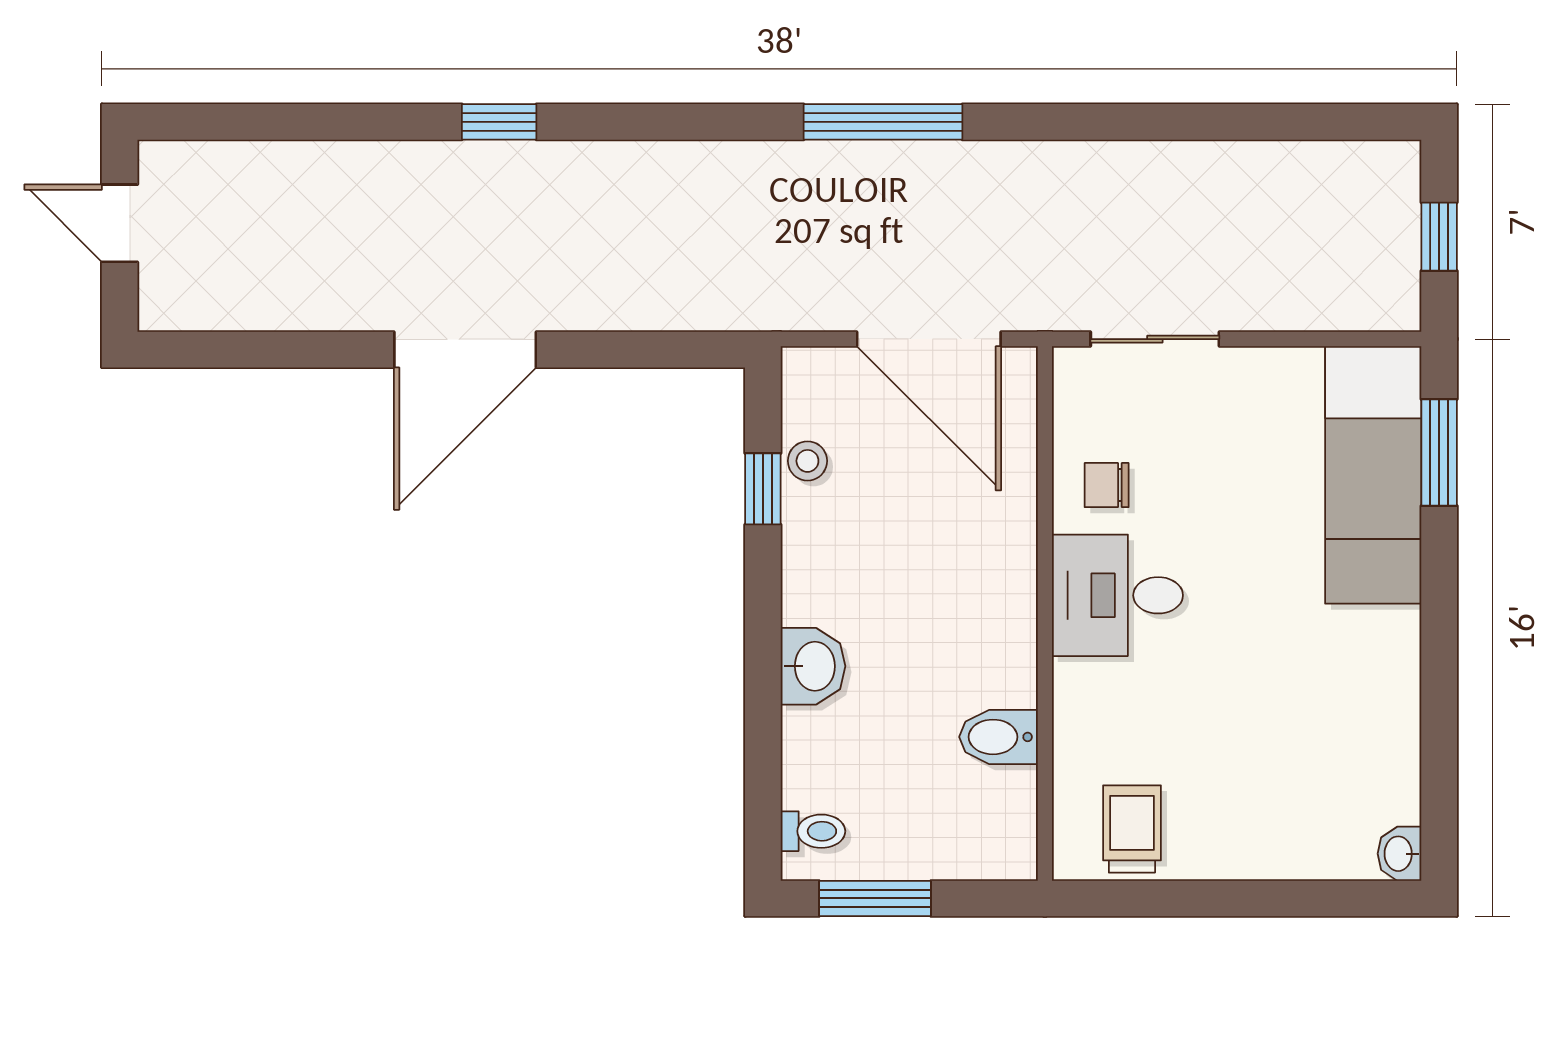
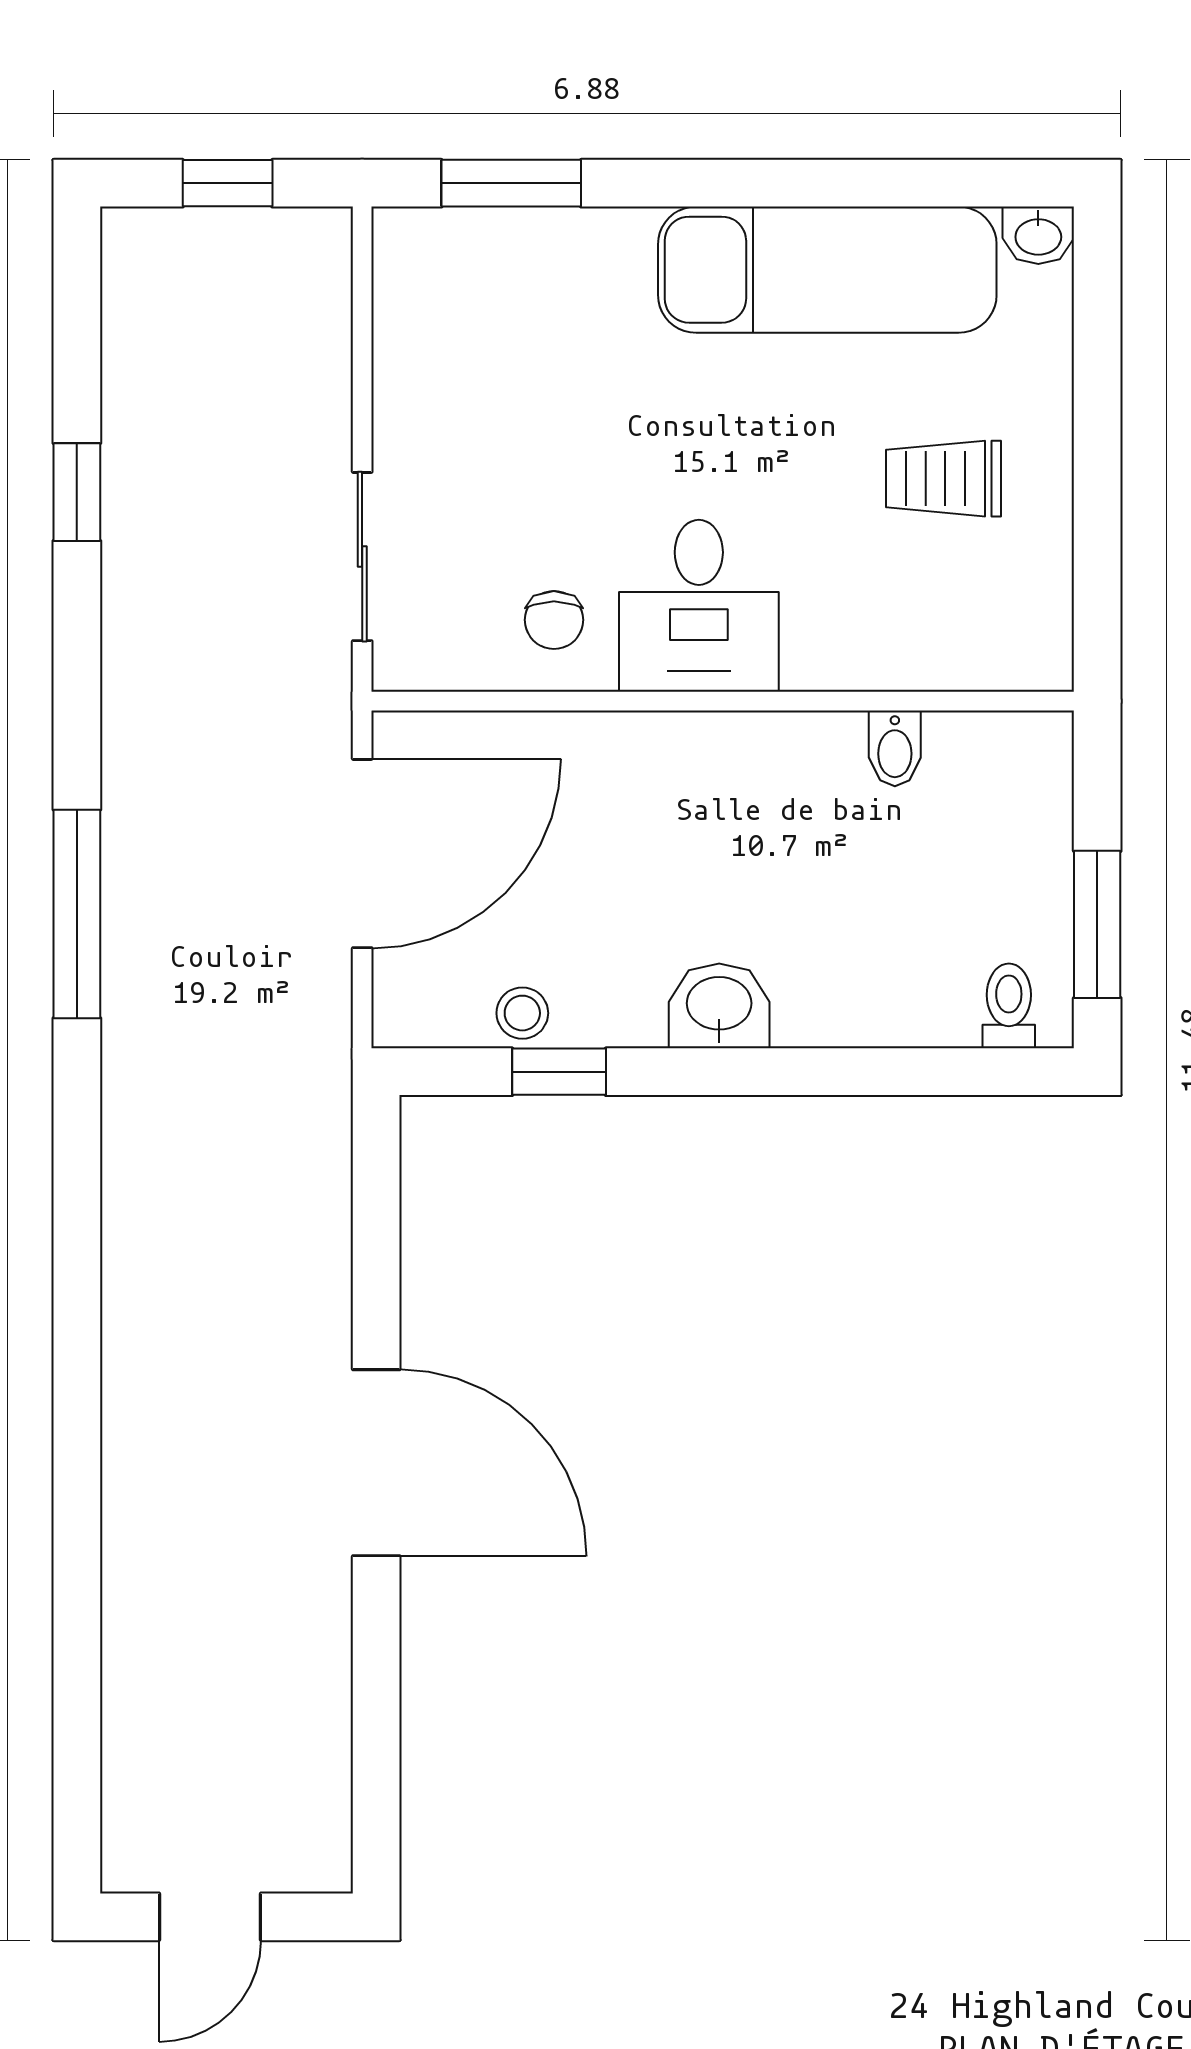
window: (499, 122) -> (77, 492), moved
exam couch: (1373, 475) -> (827, 270), moved
washbasin: (813, 666) -> (719, 1006), moved
bidet: (998, 737) -> (895, 748), width x0.72, depth x0.74
trolley: (1132, 829) -> (943, 479), moved

